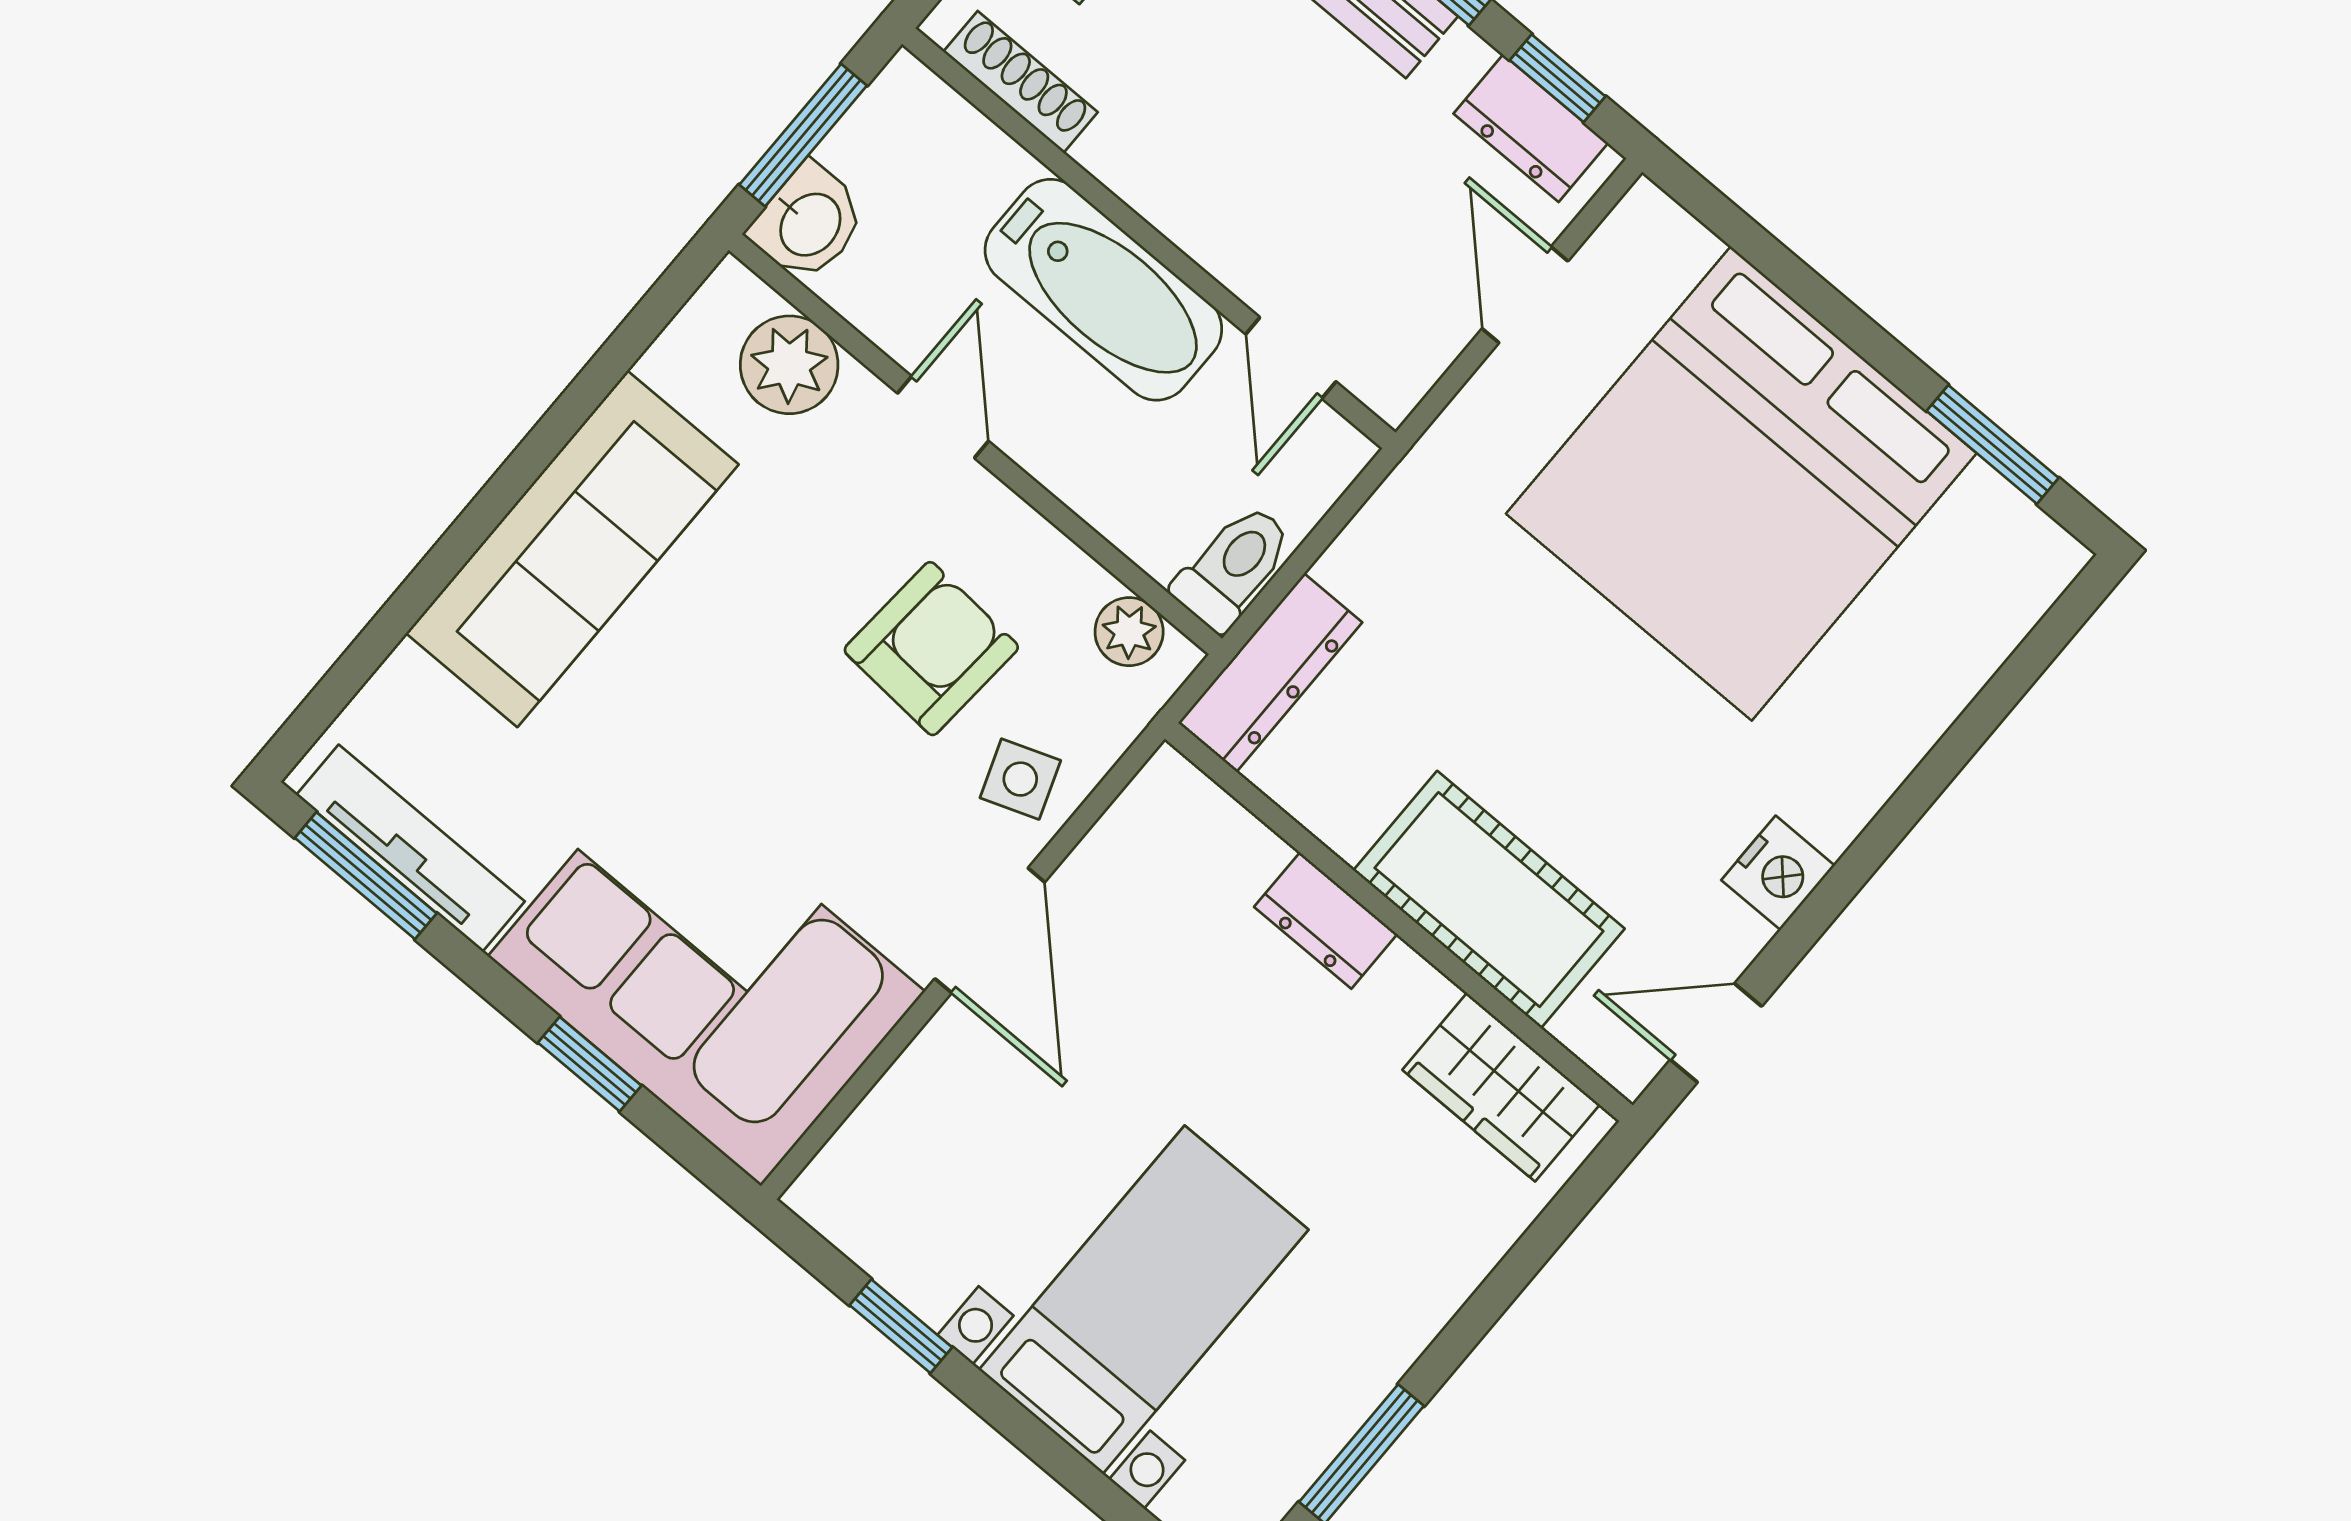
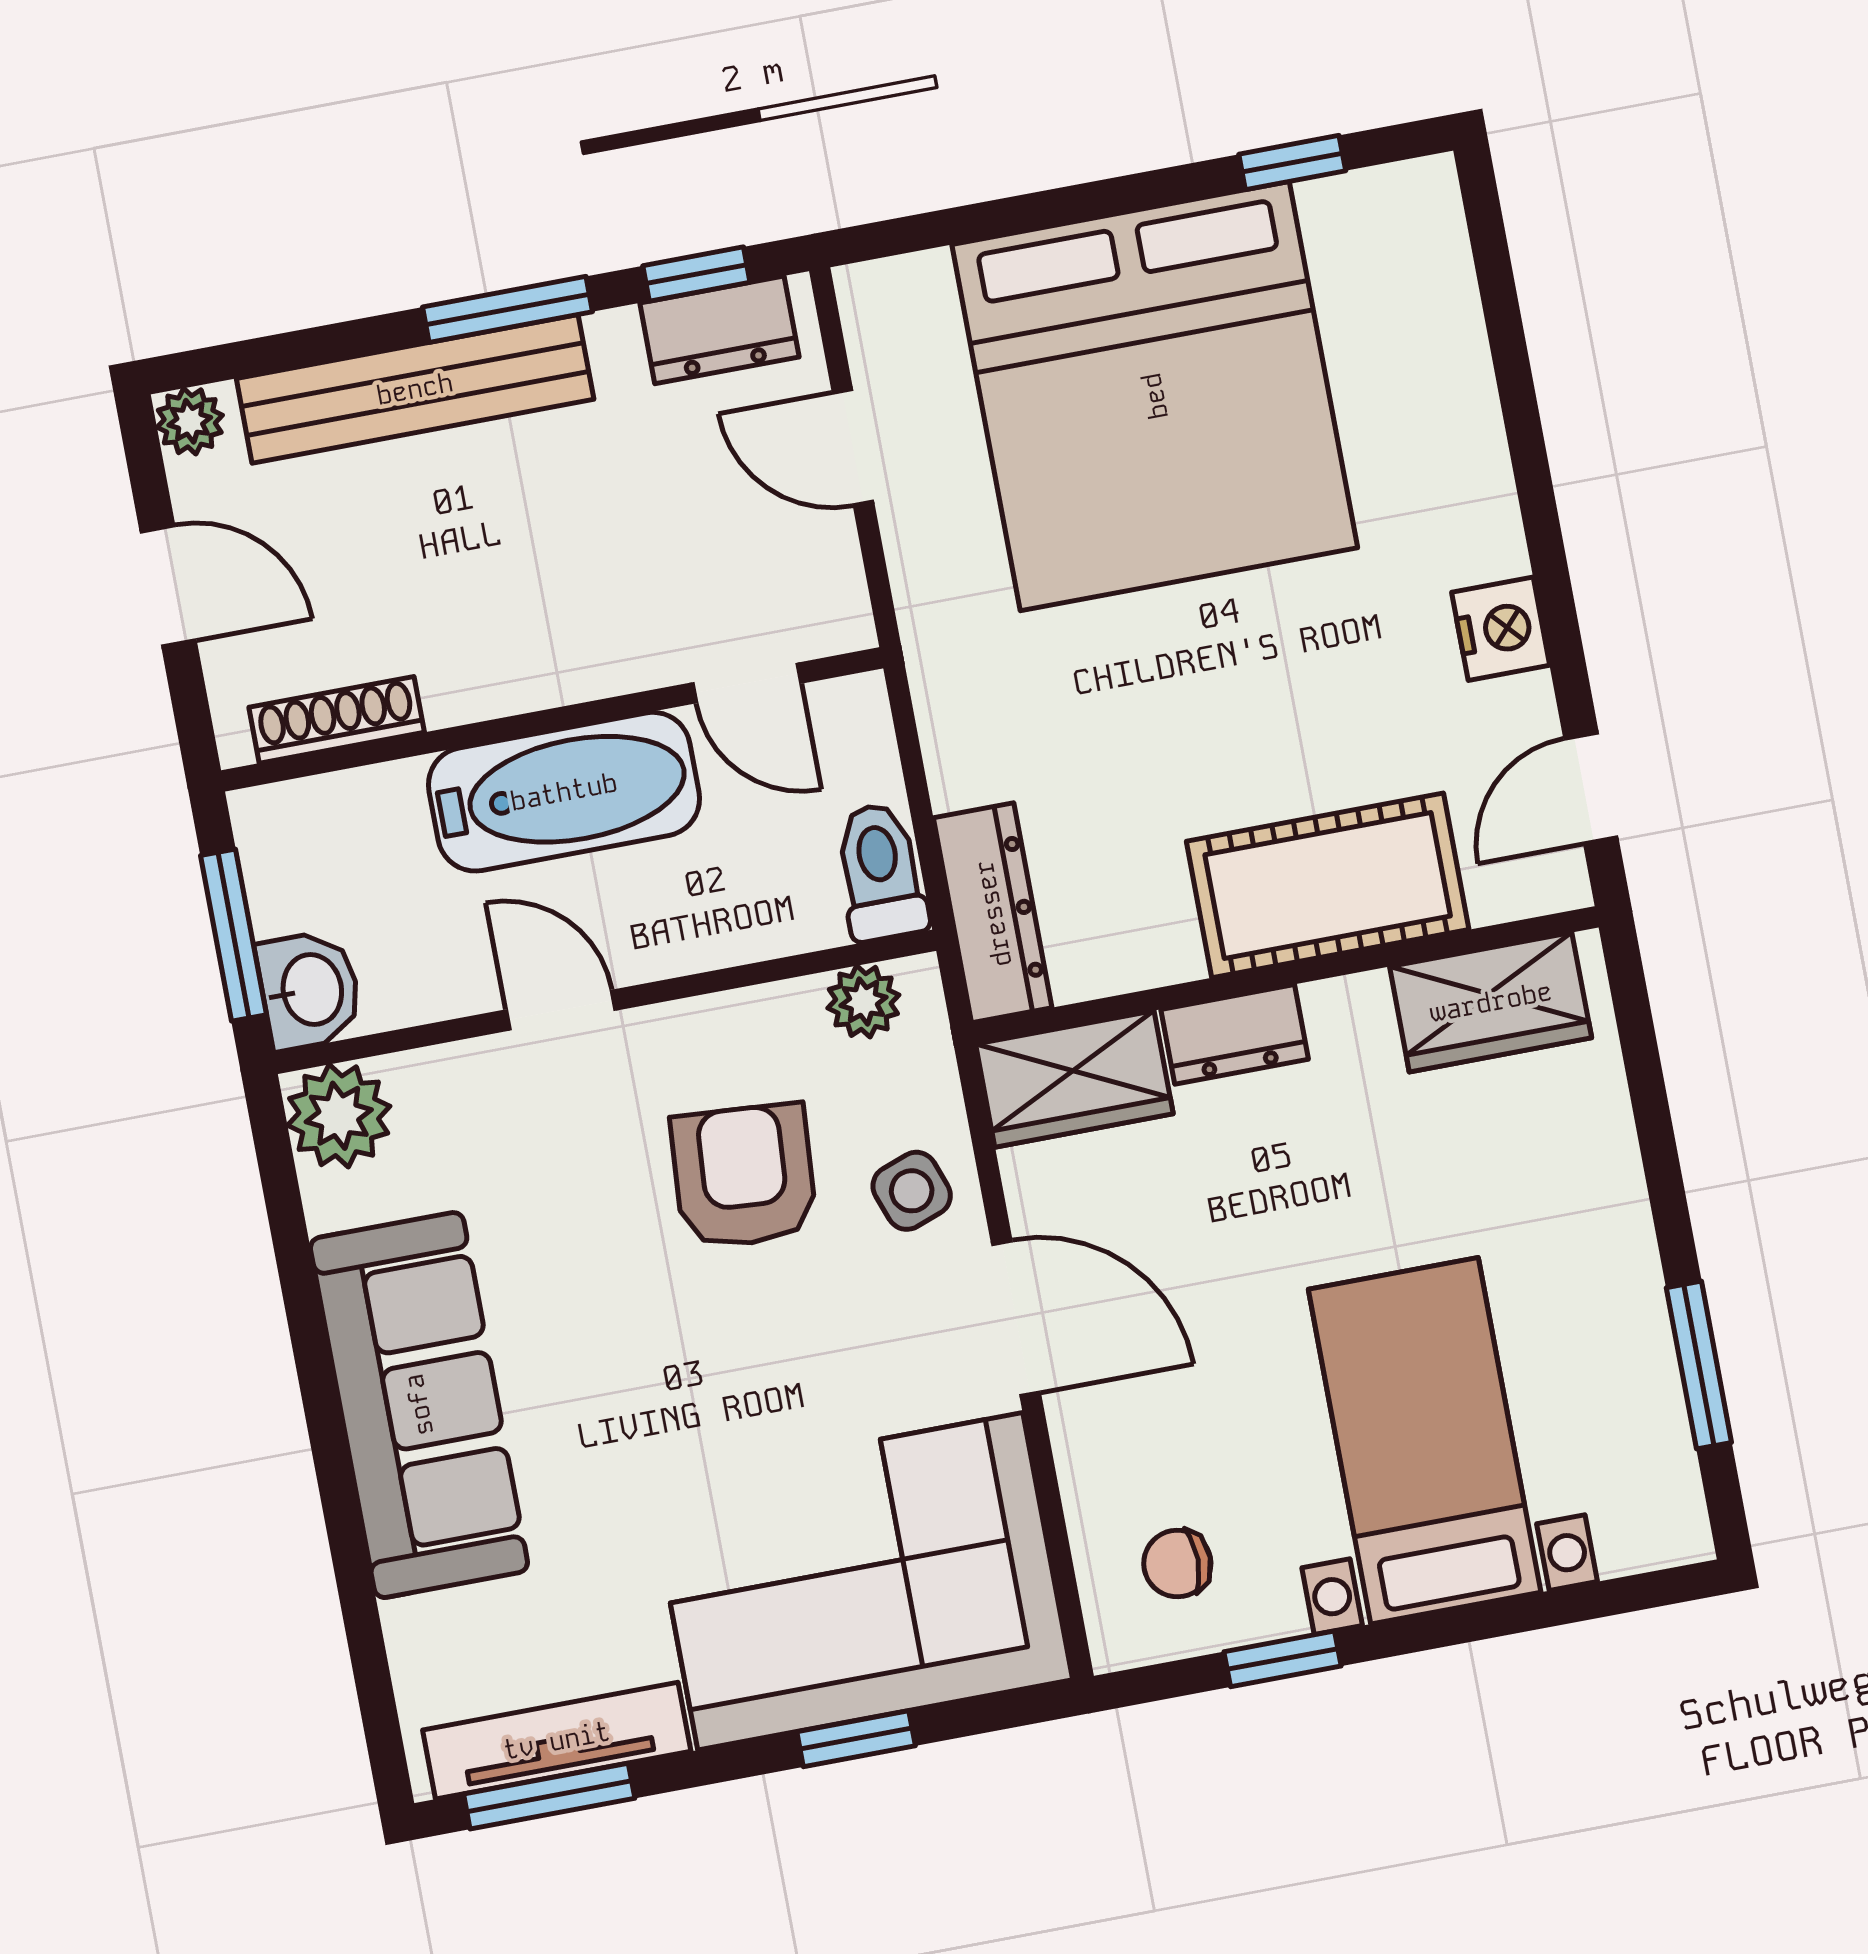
plant: (789, 365) -> (339, 1116), moved
window: (1993, 444) -> (1292, 163), width x0.67
wardrobe: (1198, 831) -> (1074, 1079), added
chair: (908, 1193) -> (1177, 1564), added

